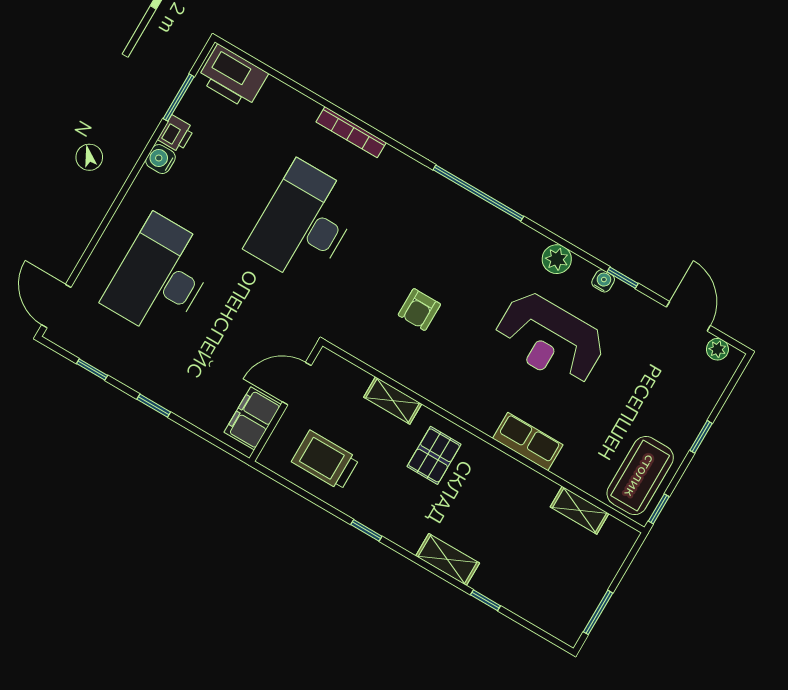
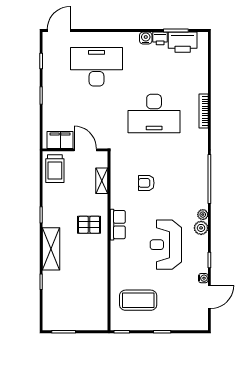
printer: (233, 77) -> (183, 42), moved, turned -90
desk: (304, 223) -> (154, 114), turned 180
water cooler: (603, 281) -> (203, 278), moved
plant: (717, 349) -> (203, 215), moved
shelving: (393, 400) -> (102, 181), moved
row of seats: (528, 442) -> (118, 225), moved
trolley: (325, 460) -> (55, 169), moved, turned 180
coffee table: (640, 476) -> (138, 300), moved
shelving: (580, 510) -> (102, 299), removed
shelving: (448, 559) -> (51, 249), width x1.50, depth x1.33

